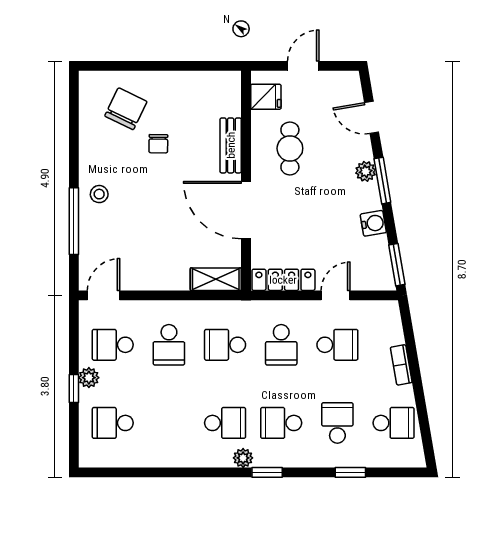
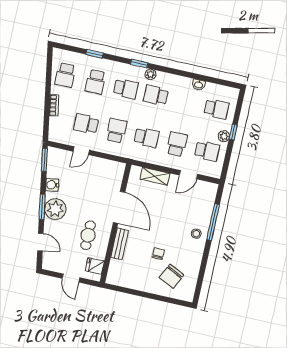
door: (303, 66) -> (71, 278), hinge flipped
plant: (366, 171) -> (55, 209), width x1.88, depth x1.88
shelving: (216, 279) -> (155, 176), moved
locker: (283, 280) -> (107, 165), removed
door: (103, 295) -> (188, 175), moved
school desk: (394, 423) -> (65, 75), turned -90
washbasin: (154, 459) -> (199, 85), added

